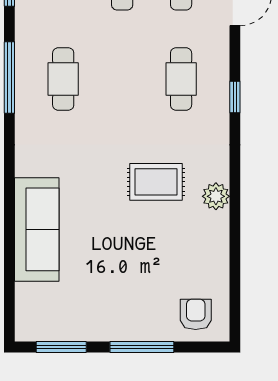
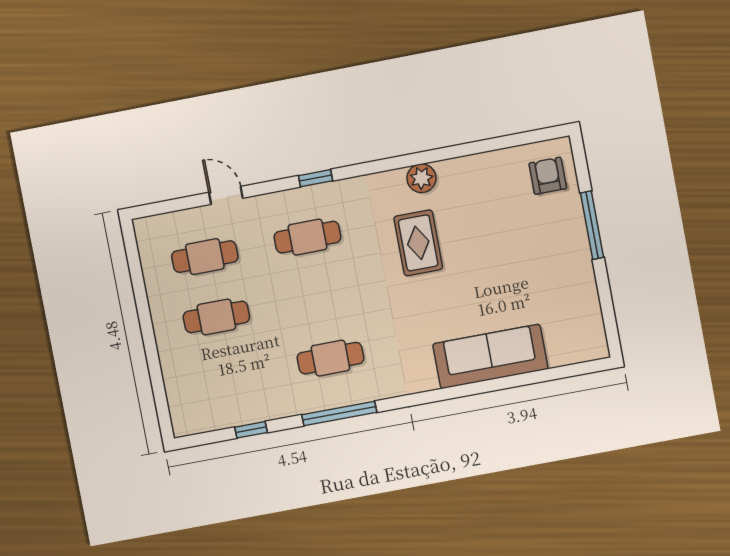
armchair: (196, 314) -> (548, 176), turned 90
window: (61, 347) -> (607, 309), removed

